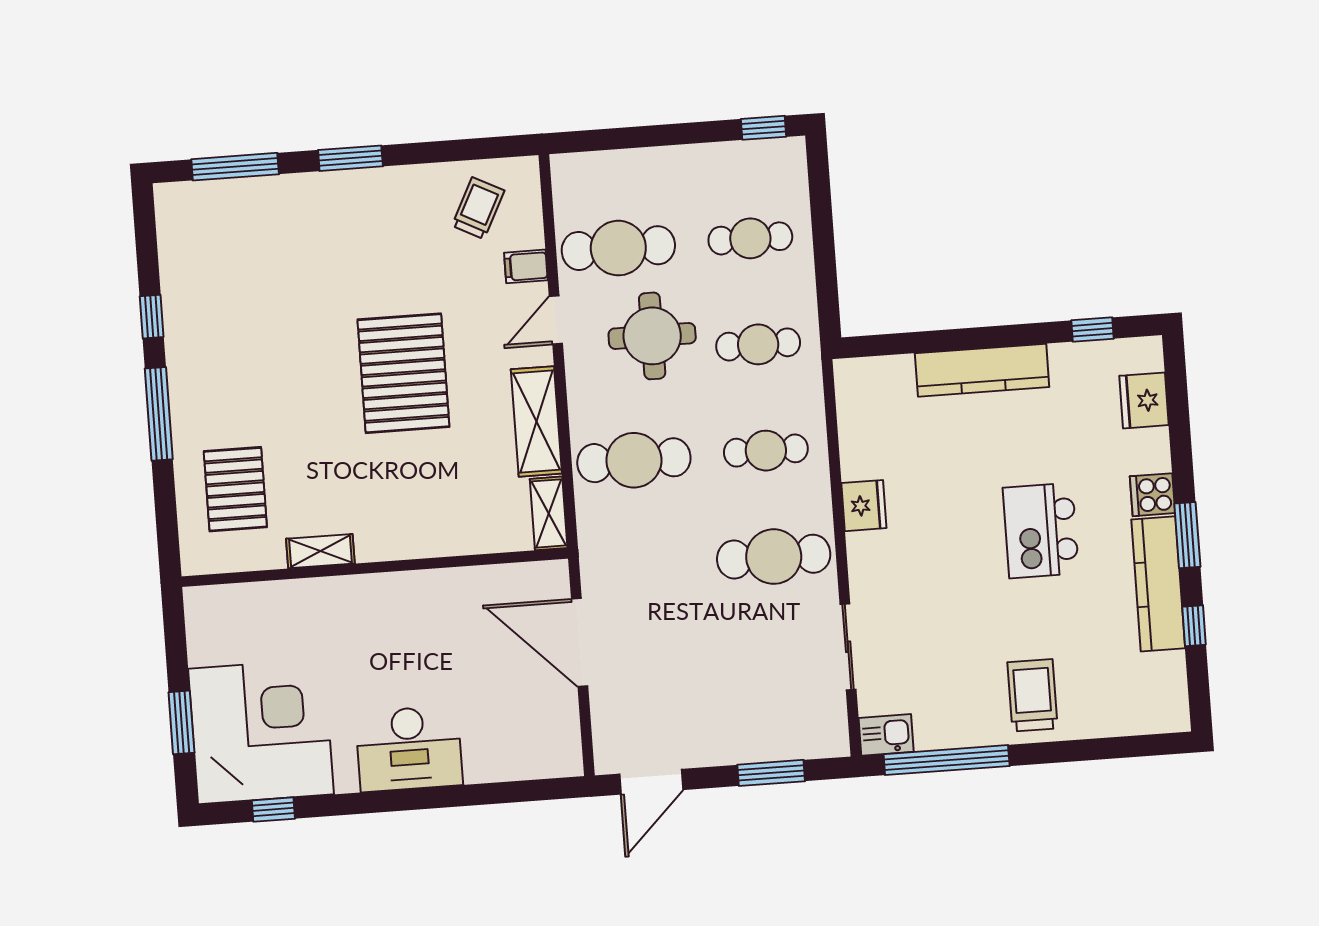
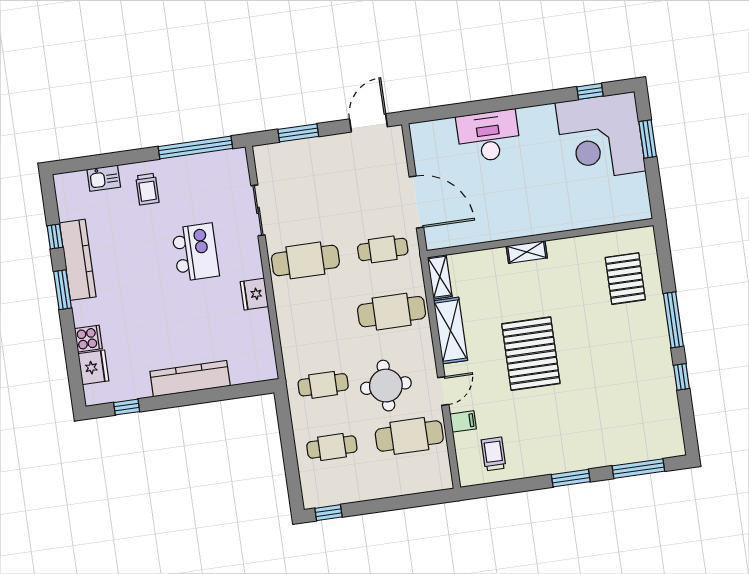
trolley: (478, 208) -> (494, 454), turned 153
cafe table: (766, 451) -> (383, 249), moved
cooker: (1153, 495) -> (88, 339), moved
kitchen island: (1041, 531) -> (196, 252), moved
shelving: (320, 551) -> (527, 252), moved
trolley: (1032, 695) -> (147, 189), width x0.73, depth x0.72
kitchen sink: (886, 735) -> (104, 178), moved
desk: (409, 749) -> (488, 136), moved

